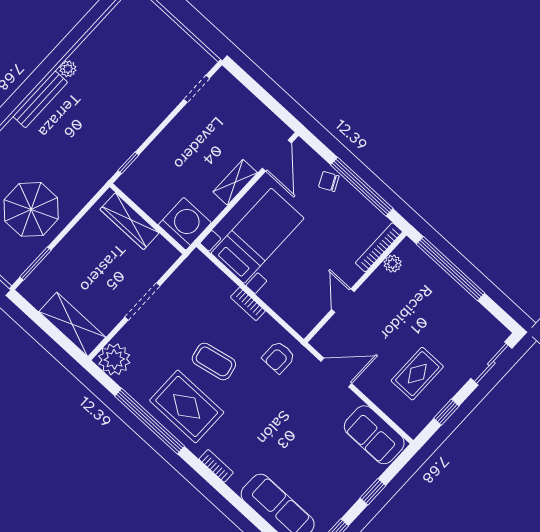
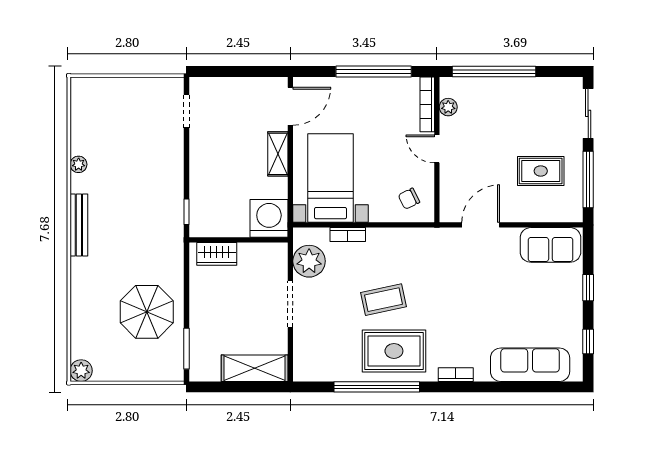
plant: (68, 69) -> (79, 164), moved
door: (277, 156) -> (290, 106), hinge flipped
chair: (329, 181) -> (409, 199), moved
wardrobe: (130, 221) -> (217, 254), width x0.67
door: (343, 301) -> (437, 149), moved
bookcase: (248, 304) -> (348, 235), moved
armchair: (279, 357) -> (428, 253), removed
plant: (114, 359) -> (309, 261), moved
rug: (417, 374) -> (541, 171), turned 90
window: (446, 412) -> (588, 179), width x2.17

